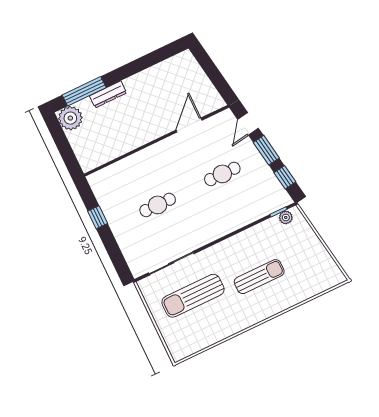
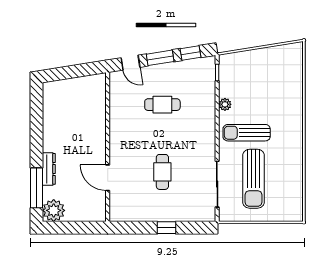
door: (189, 125) -> (108, 178), moved
cafe table: (222, 174) -> (162, 105), turned 90
window: (98, 217) -> (166, 228), moved
plant: (286, 217) -> (225, 104), moved
sun lounger: (259, 277) -> (247, 133), moved, turned -90

